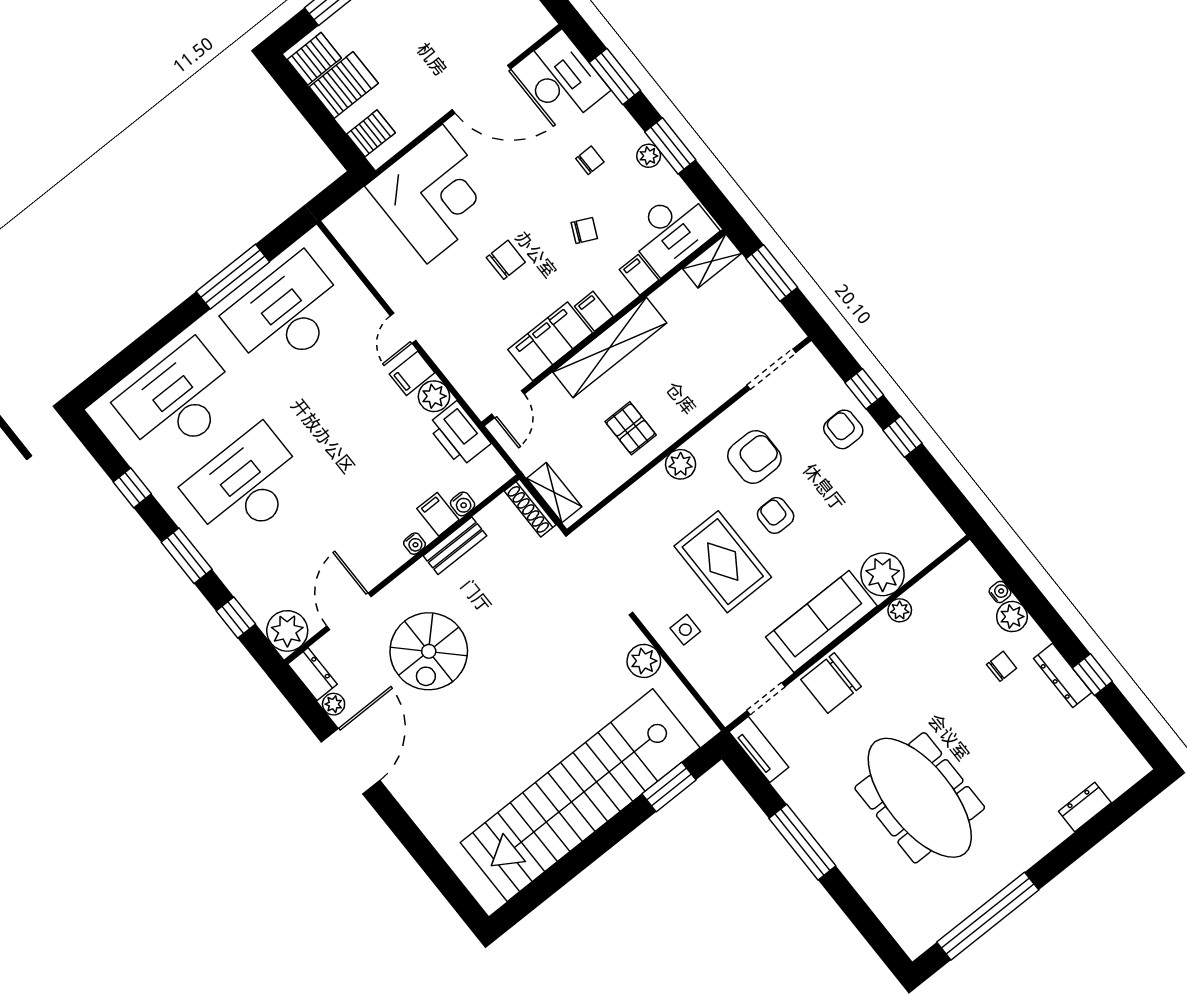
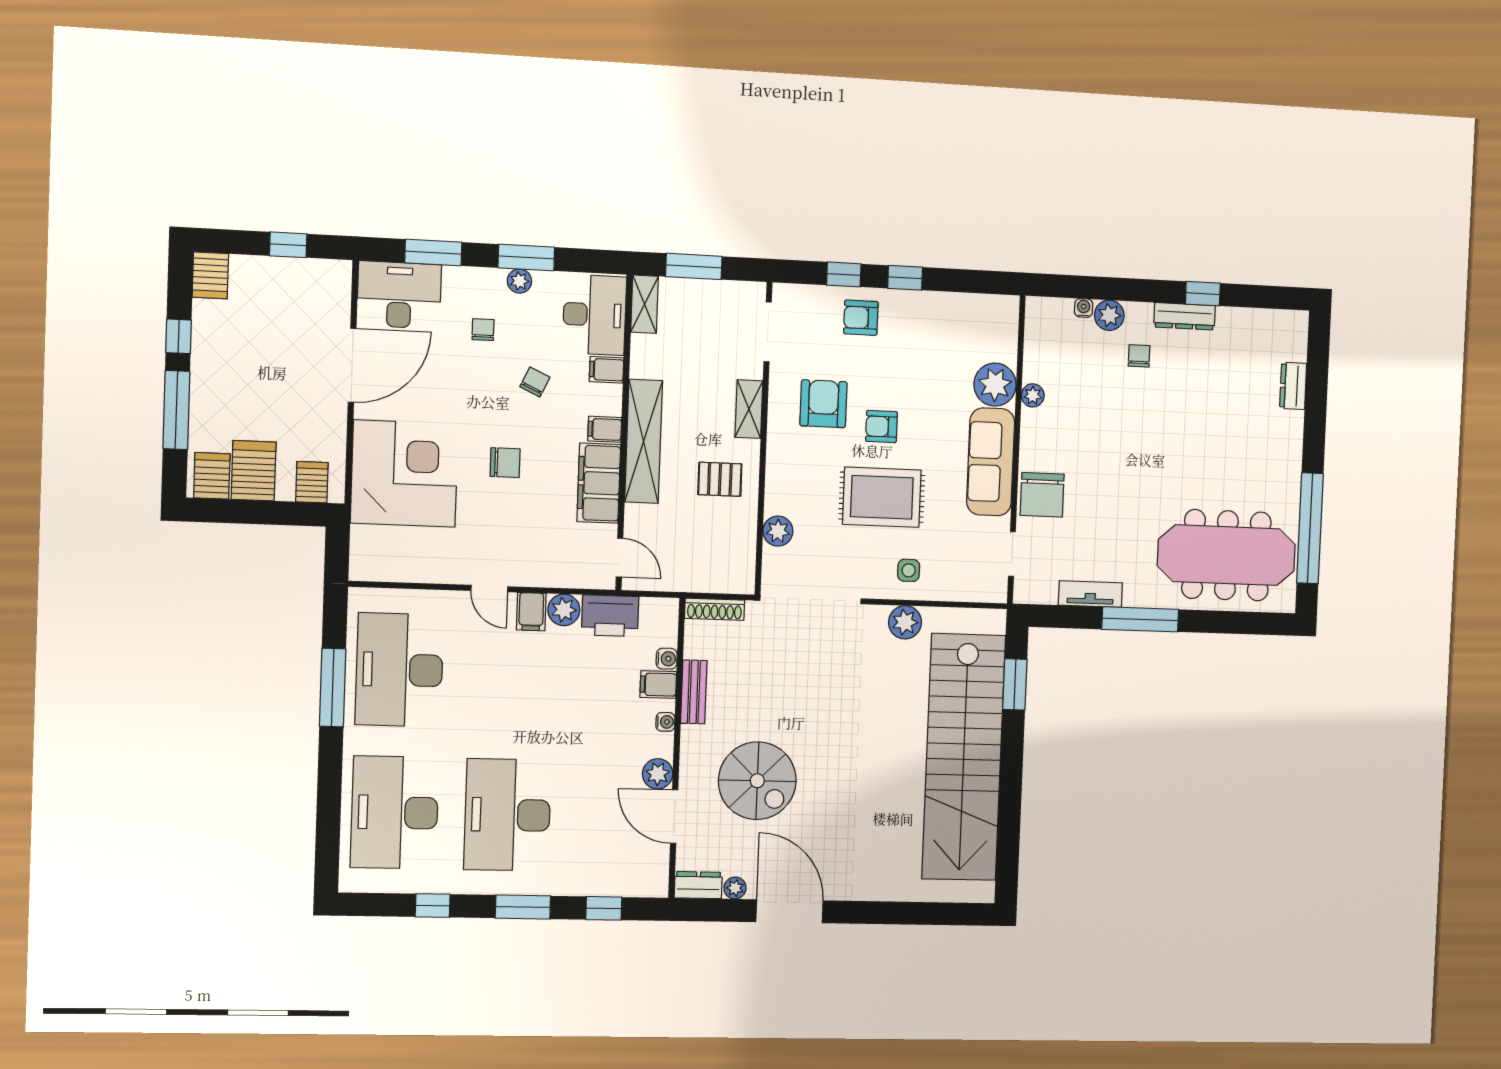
chair: (506, 260) -> (505, 463), turned 90
plant: (681, 464) -> (778, 531), moved
shelving: (554, 493) -> (749, 409), moved, turned 90
plant: (287, 631) -> (658, 774), moved, width x0.73, depth x0.73
tv unit: (759, 750) -> (1090, 594), moved
meeting table: (920, 798) -> (1226, 555), moved

